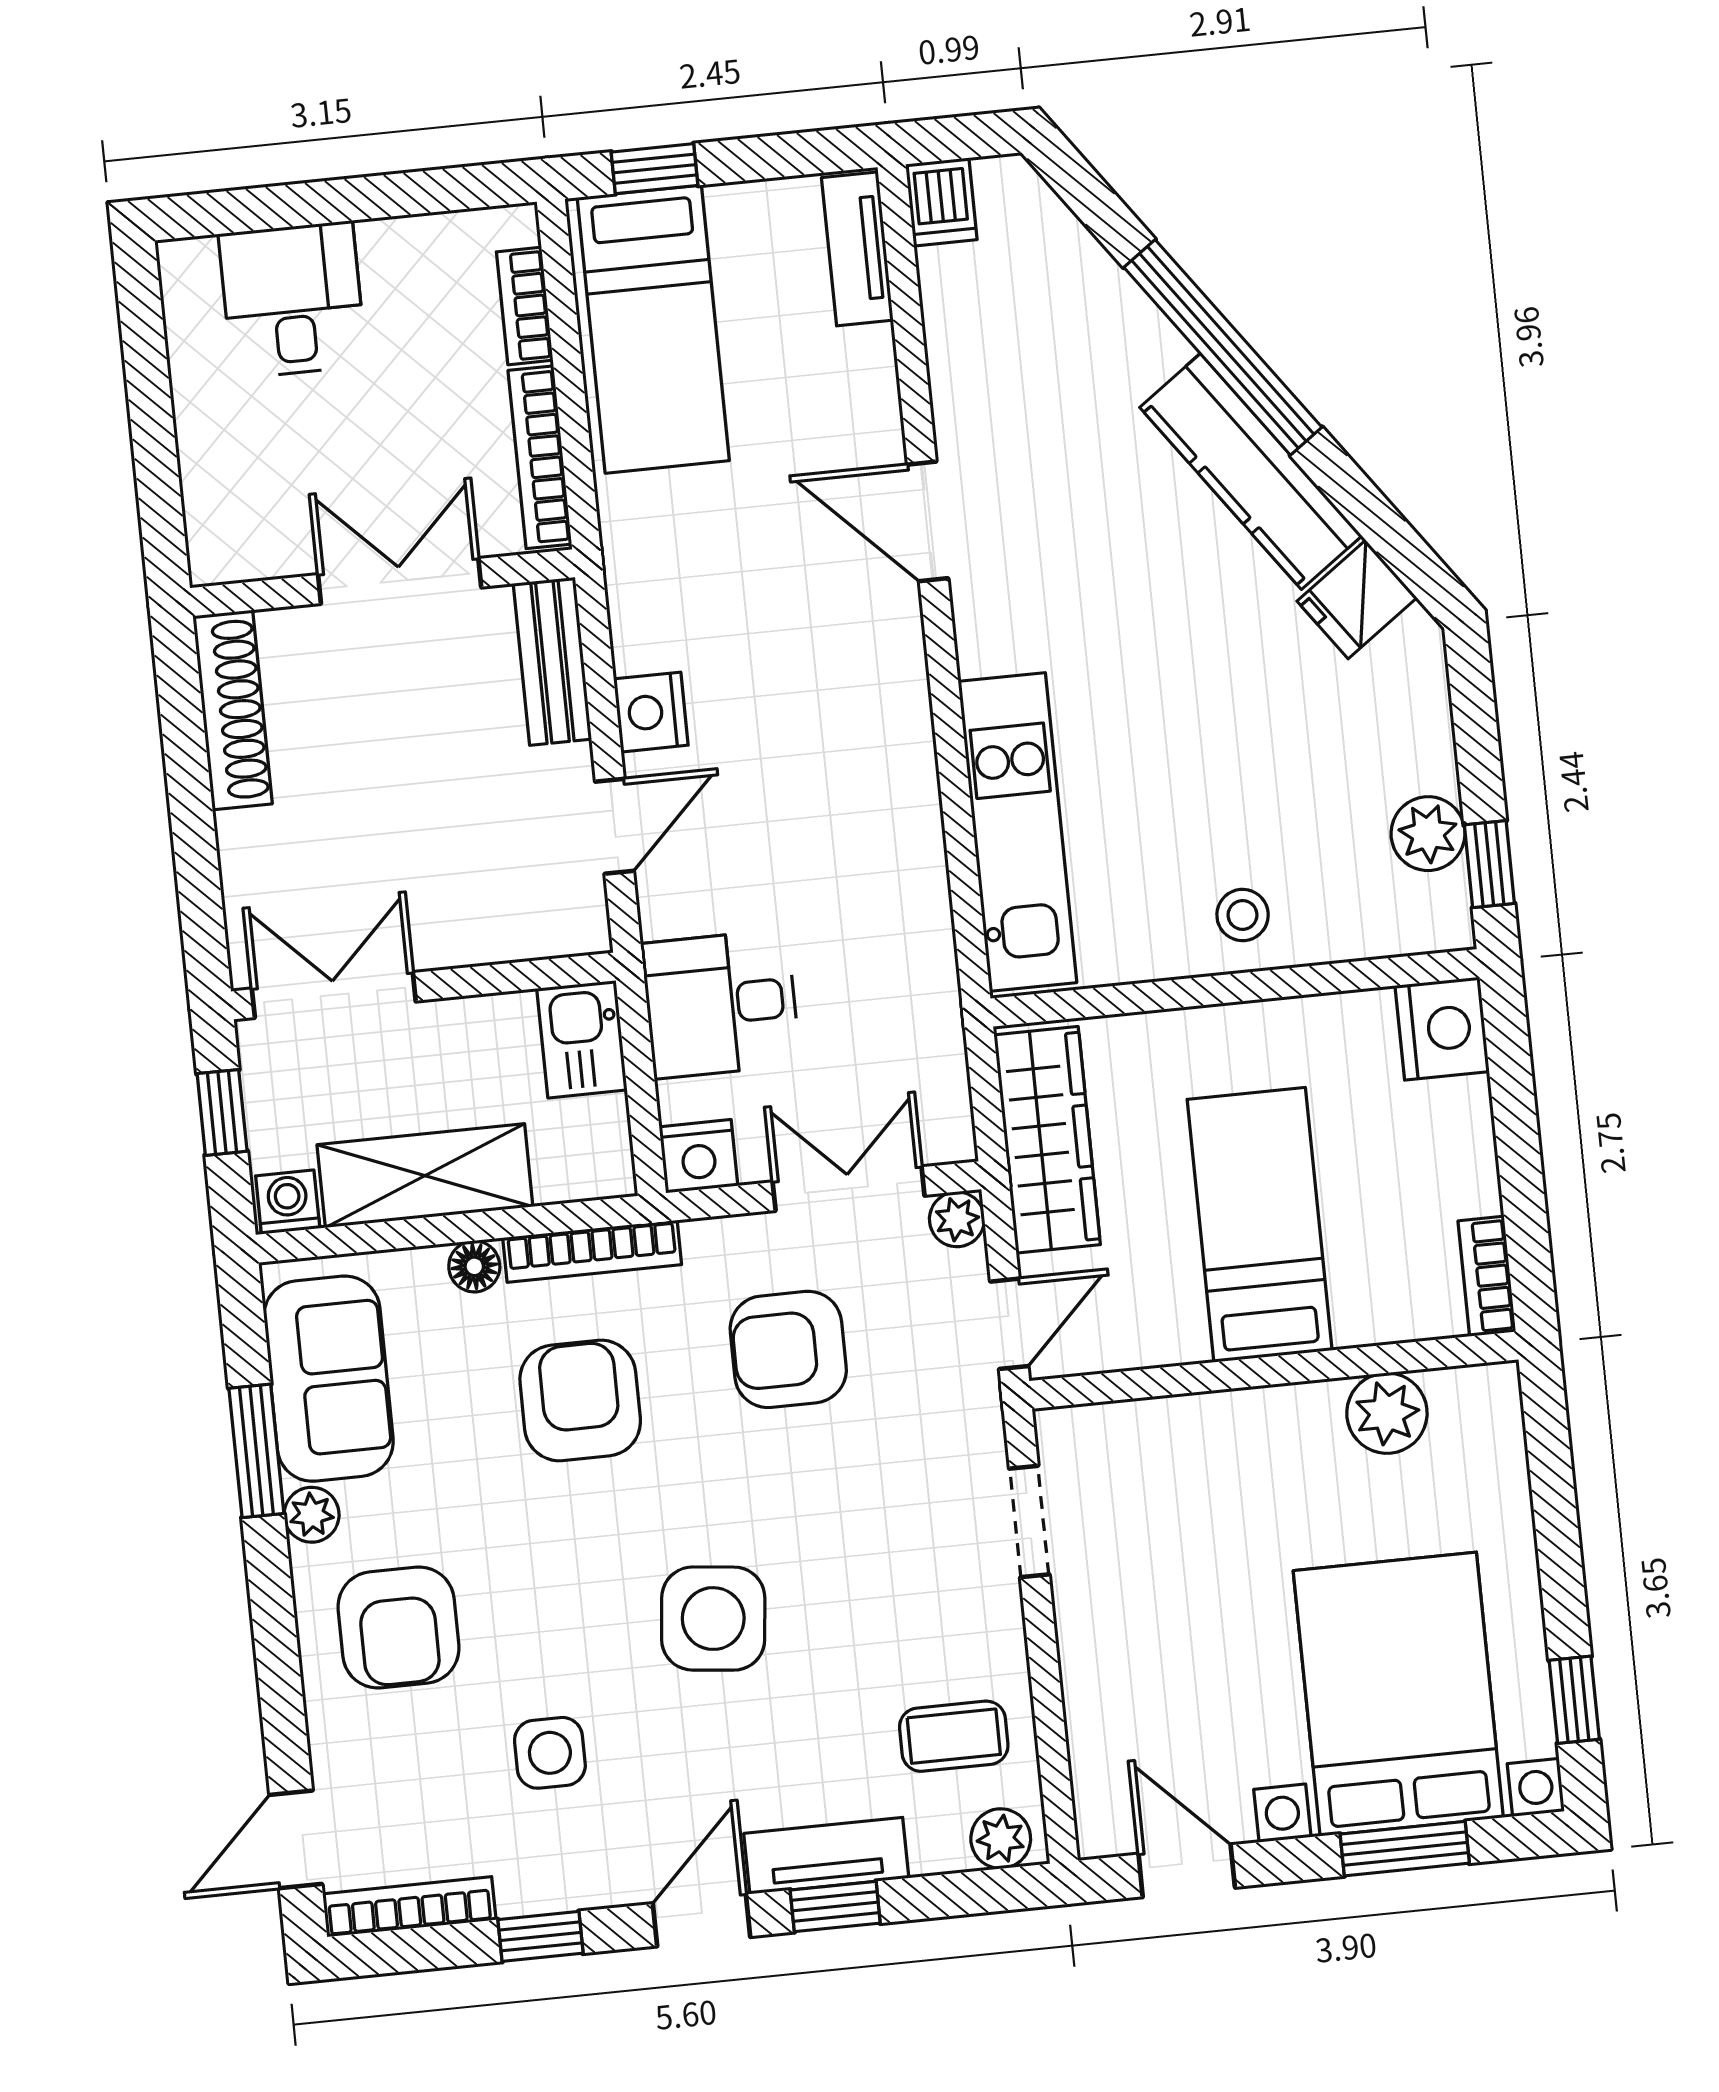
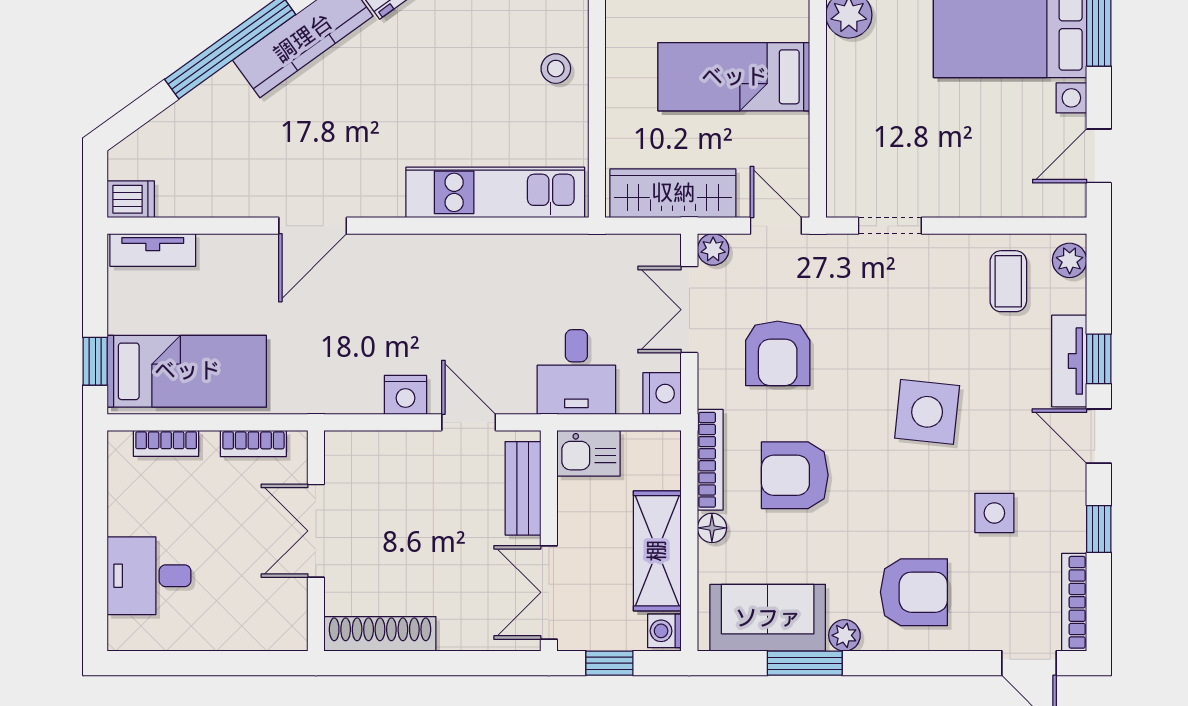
bookcase: (540, 457) -> (253, 444), width x0.64
bench: (552, 661) -> (523, 488), moved, turned 90

